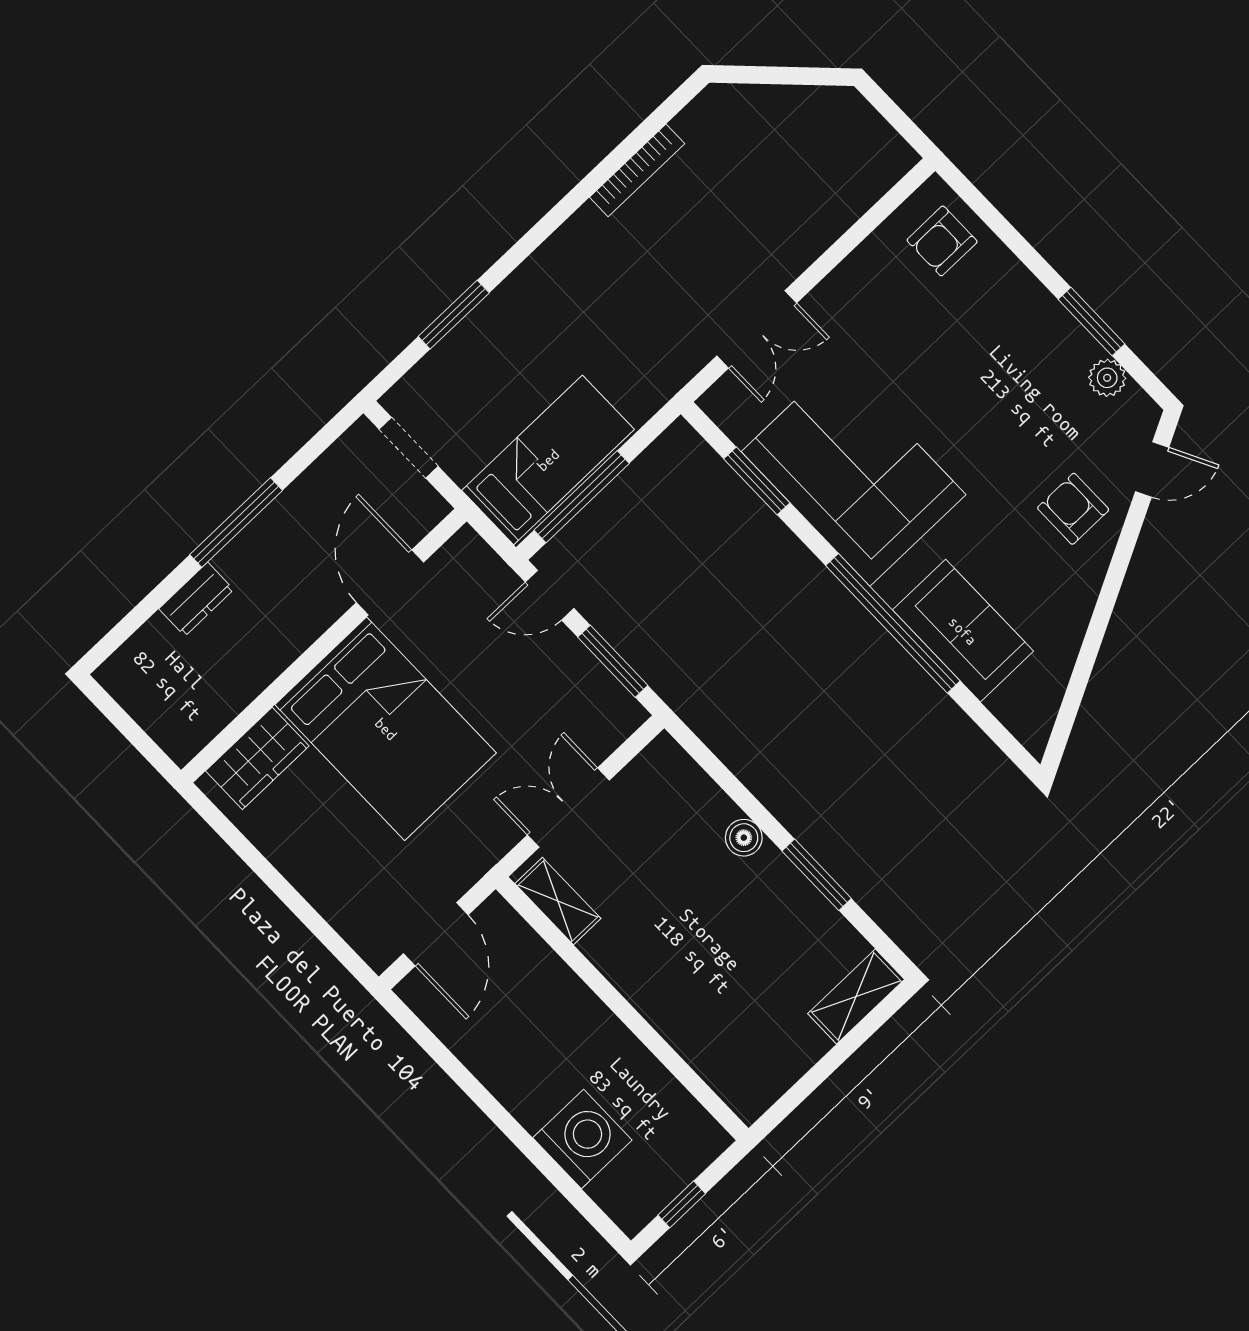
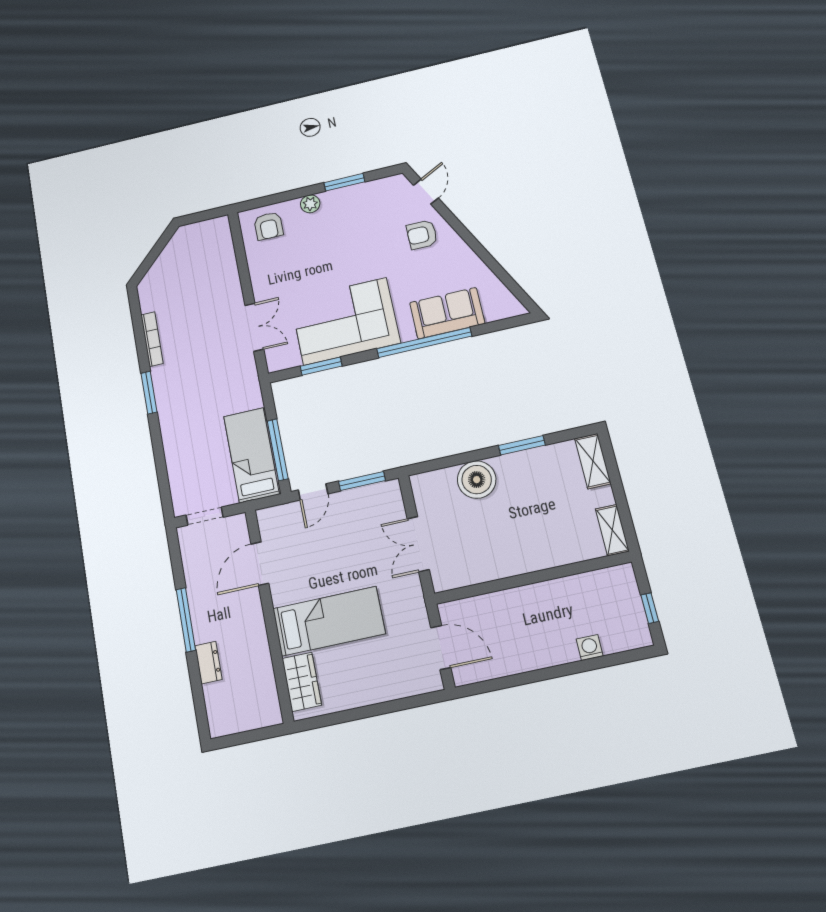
window: (454, 315) -> (149, 393), moved
plant: (1107, 378) -> (310, 204), moved
door: (390, 582) -> (260, 564), hinge flipped
bed: (386, 729) -> (329, 621), width x0.67
boiler: (744, 838) -> (477, 480), width x1.86, depth x1.86
shelving: (558, 901) -> (612, 530), moved, turned 90
washing machine: (582, 1139) -> (590, 648), width x0.53, depth x0.53

